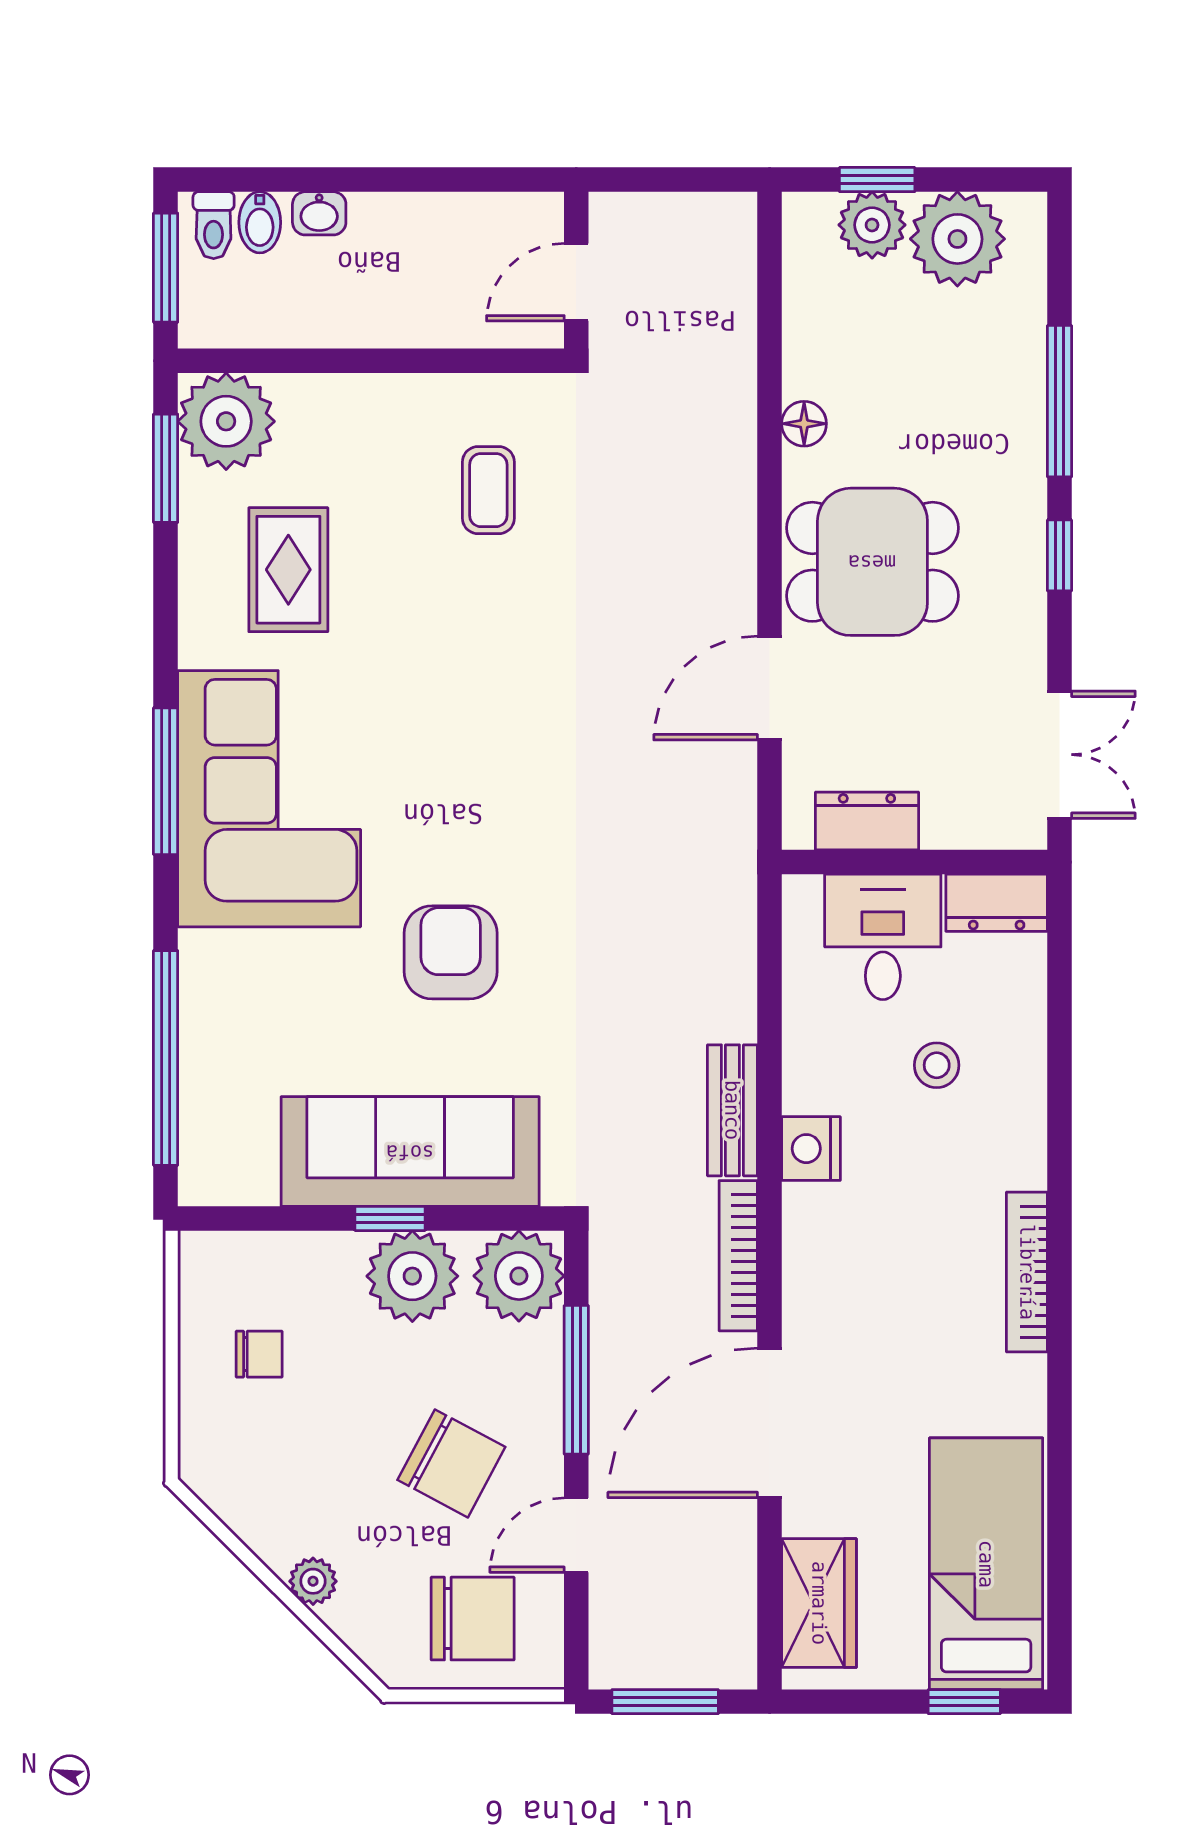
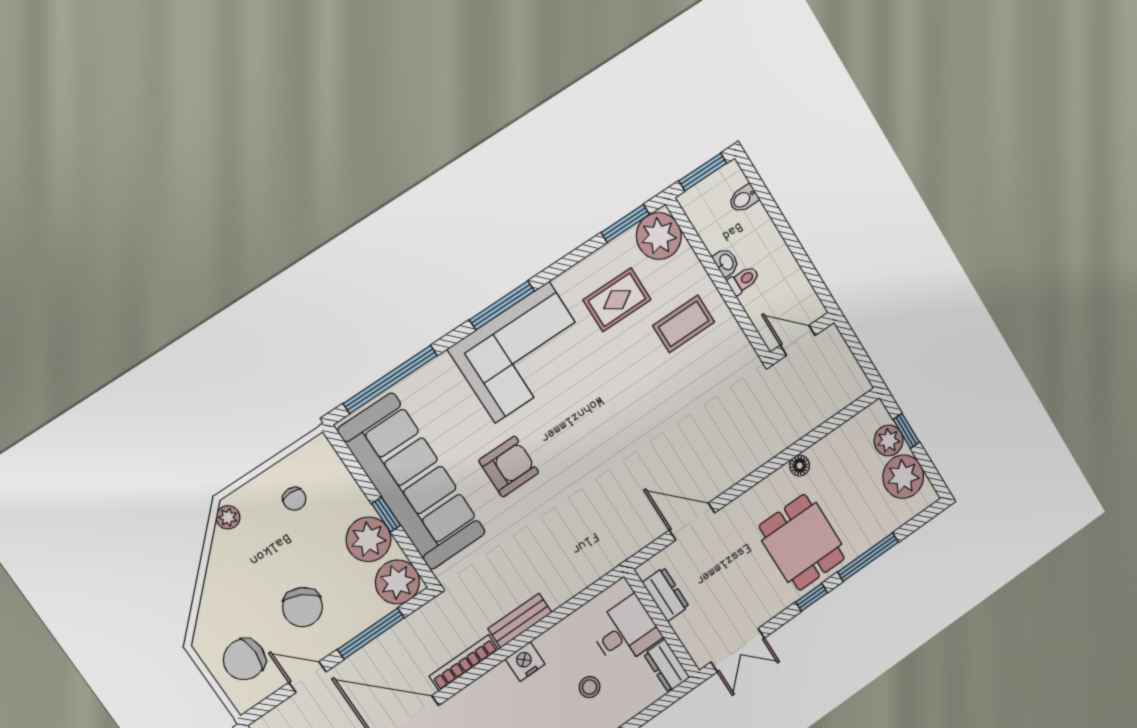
washbasin: (319, 213) -> (726, 262), moved, turned 180
toilet: (214, 225) -> (743, 280), moved, turned 180
coffee table: (488, 490) -> (684, 324), moved, width x1.36, depth x1.30
dining table: (872, 562) -> (802, 542), moved
sofa: (410, 1152) -> (412, 482), width x1.36, depth x1.27
plant: (313, 1581) -> (228, 517), moved
chair: (473, 1619) -> (244, 659), turned 90

